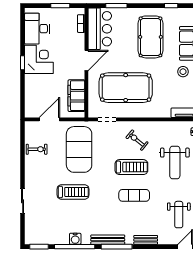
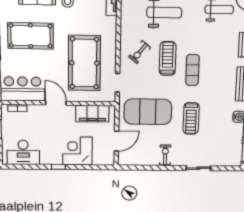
corner desk: (39, 59) -> (77, 151), moved
door: (49, 119) -> (116, 141), swing flipped
exercise bike: (37, 149) -> (165, 155), moved
treadmill: (73, 192) -> (191, 118), turned 180
exercise mat: (134, 195) -> (192, 70), moved

